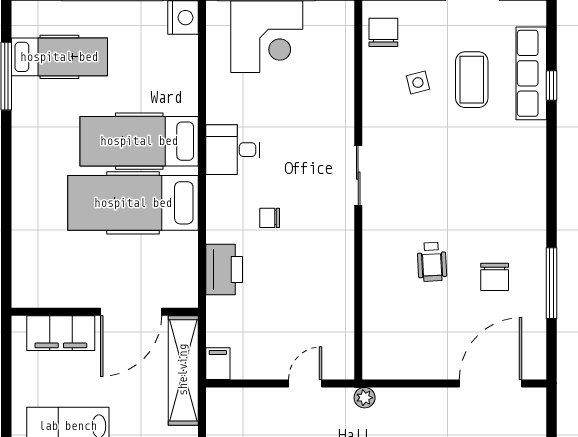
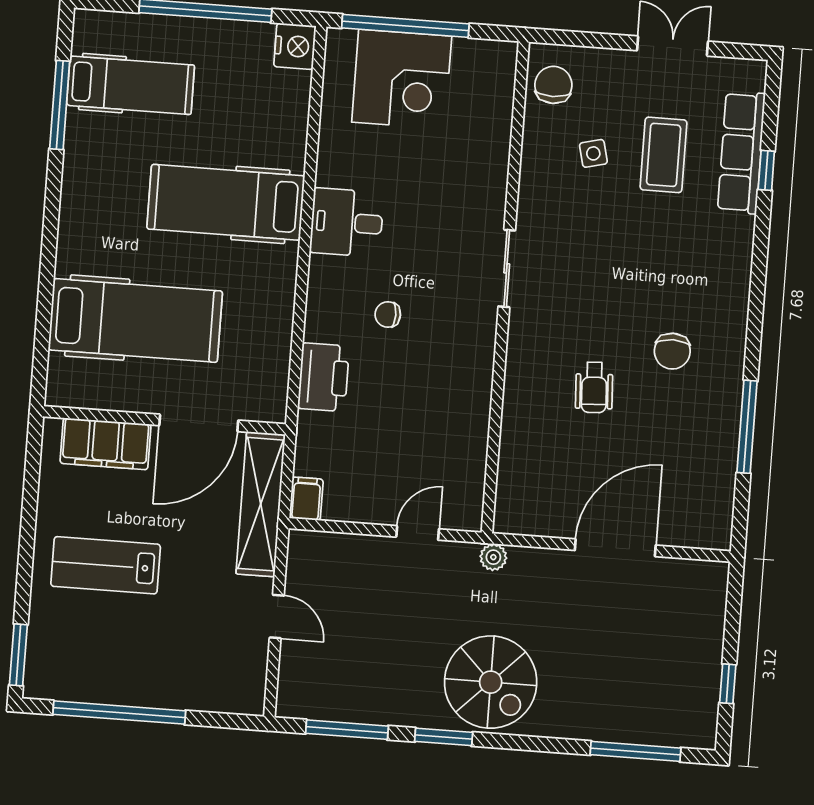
hospital bed: (133, 203) -> (135, 320), moved, turned 180
chair: (495, 277) -> (672, 351), moved
door: (490, 383) -> (615, 548), moved

